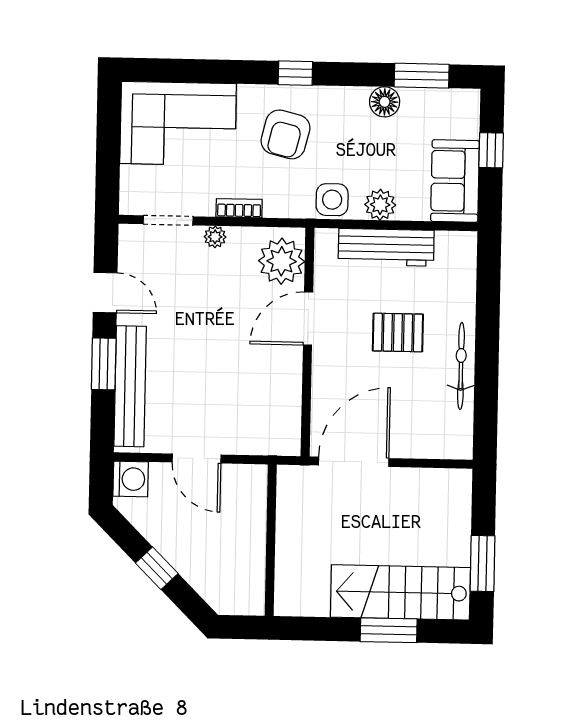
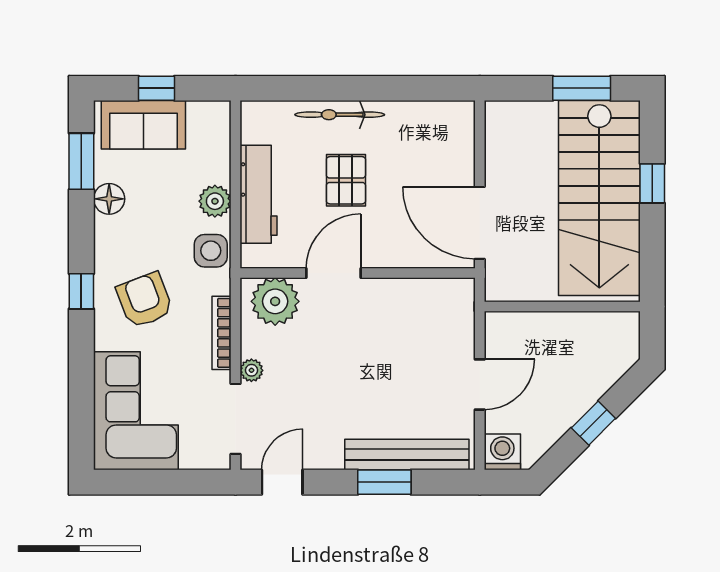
armchair: (285, 134) -> (145, 300), turned -125
sofa: (455, 181) -> (143, 125), moved
bookcase: (239, 208) -> (222, 333), width x1.56
doorway: (168, 220) -> (236, 419), width x1.38
door: (105, 293) -> (282, 482), moved
door: (308, 319) -> (334, 273), swing flipped
bicycle: (461, 366) -> (340, 115), moved
stairs: (400, 592) -> (599, 198), width x1.36, depth x1.51
window: (389, 630) -> (652, 183), width x0.67

